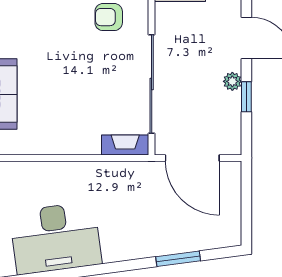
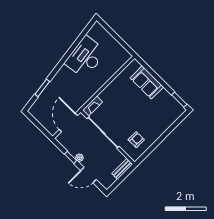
door: (192, 158) -> (68, 122), hinge flipped

